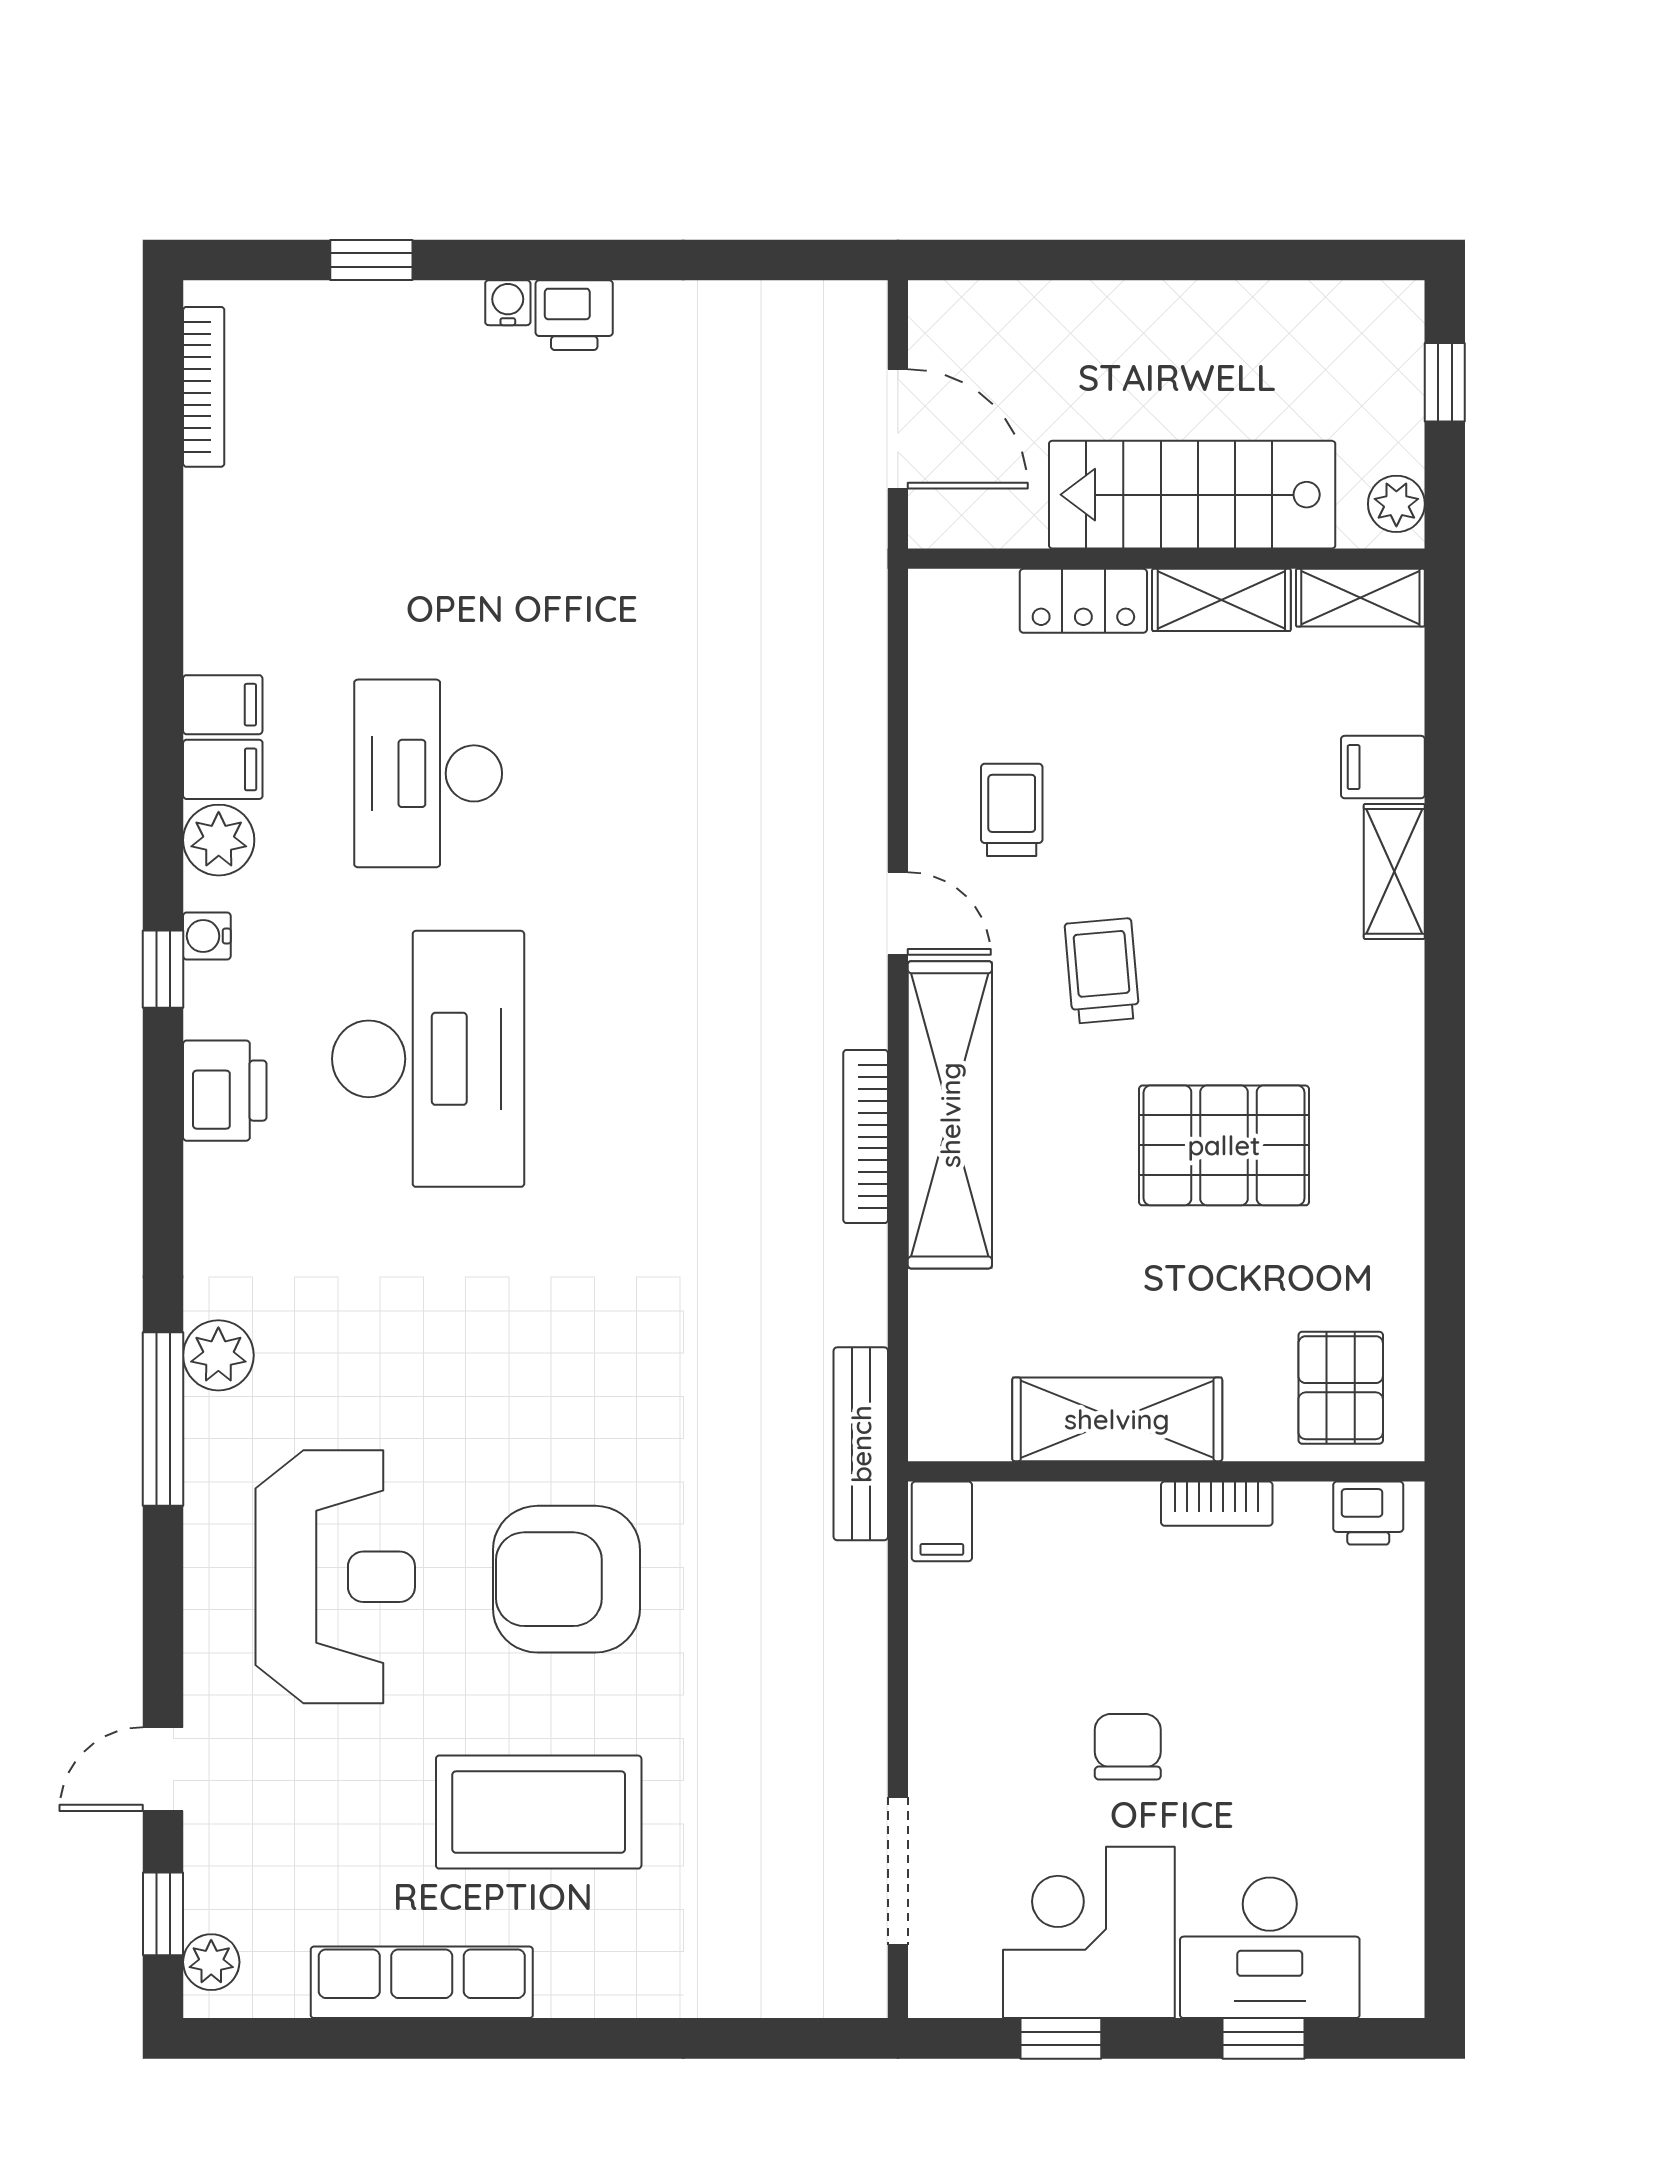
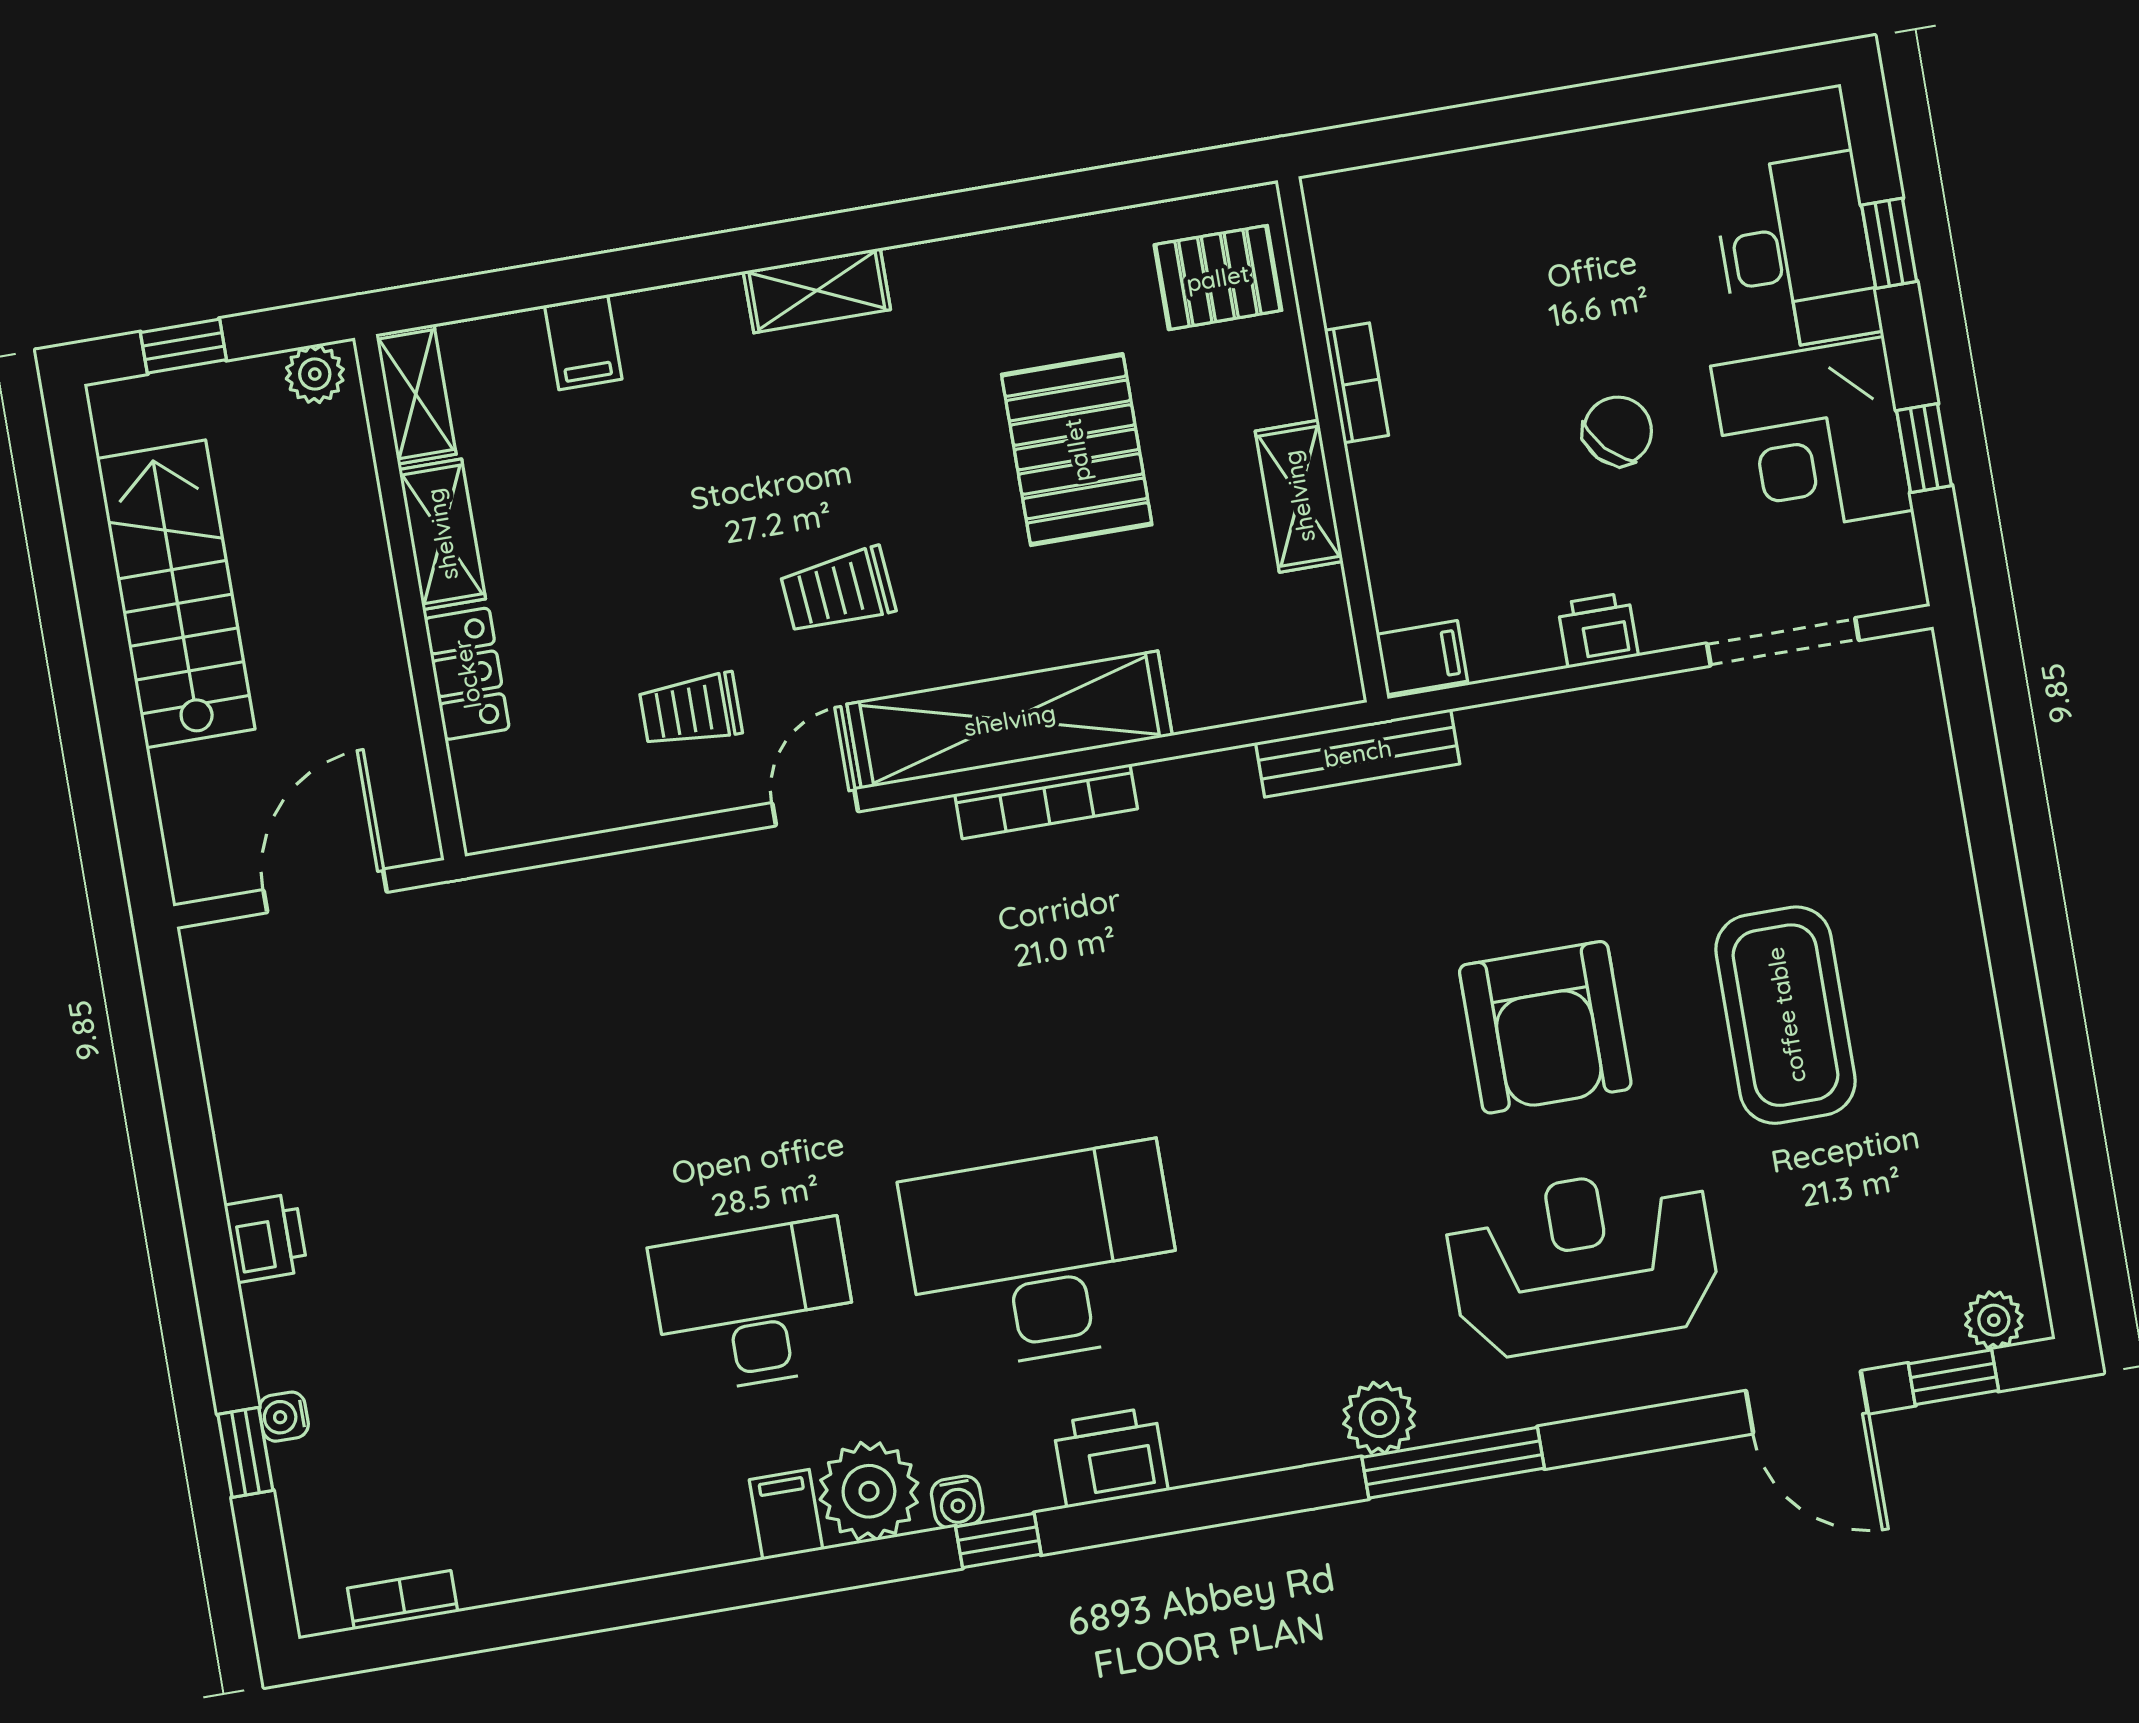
water cooler: (508, 303) -> (284, 1417), moved
bookcase: (204, 387) -> (403, 1600), width x0.64
stairs: (1192, 495) -> (176, 594), moved, turned 180
filing cabinet: (223, 705) -> (721, 1526), removed
desk: (428, 773) -> (755, 1306), turned 180
plant: (219, 840) -> (869, 1491), width x1.36, depth x1.36
shelving: (1394, 871) -> (817, 290), moved
pallet: (1224, 1145) -> (1077, 450), moved
shelving: (1117, 1419) -> (1299, 496), width x0.67, depth x0.75
printer: (1368, 1513) -> (1598, 630), moved, turned -90
chair: (1128, 1747) -> (1618, 431), turned 137
door: (163, 1769) -> (1807, 1402), width x1.38
row of seats: (422, 1982) -> (1978, 1104), removed

